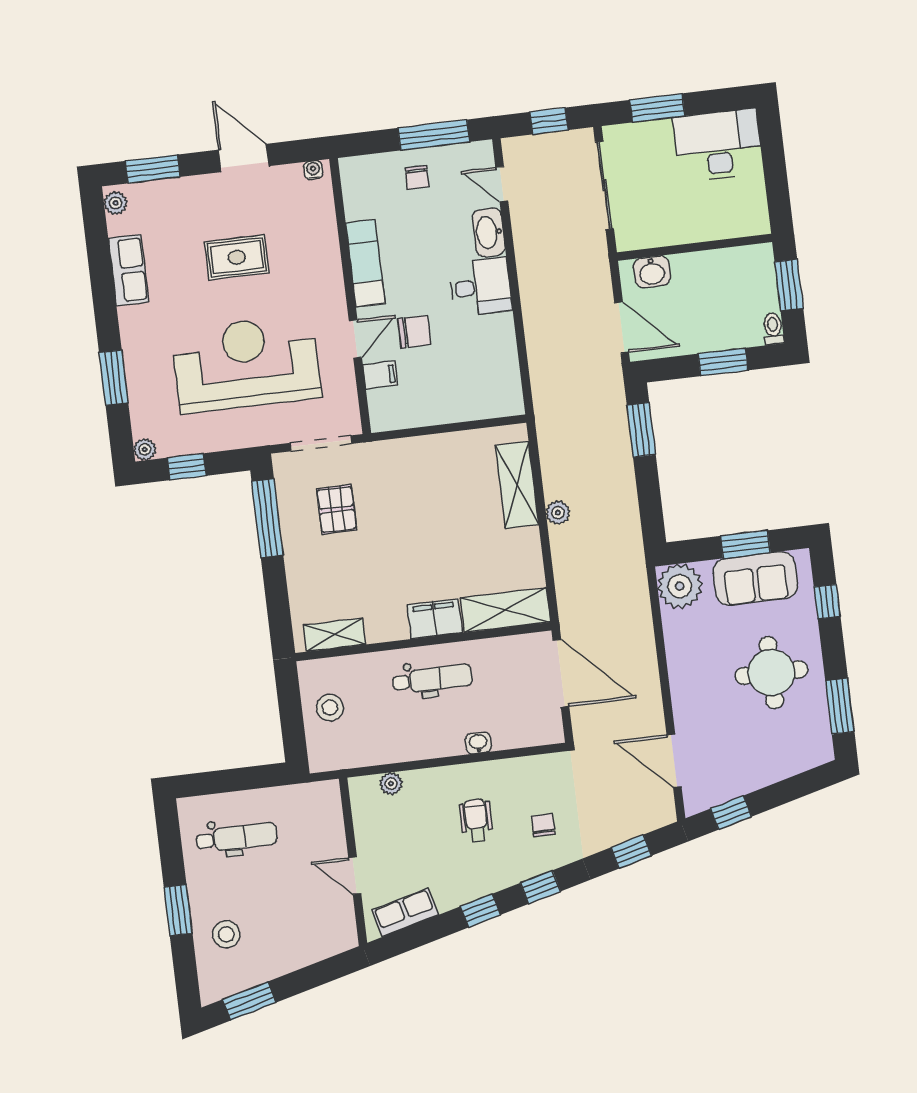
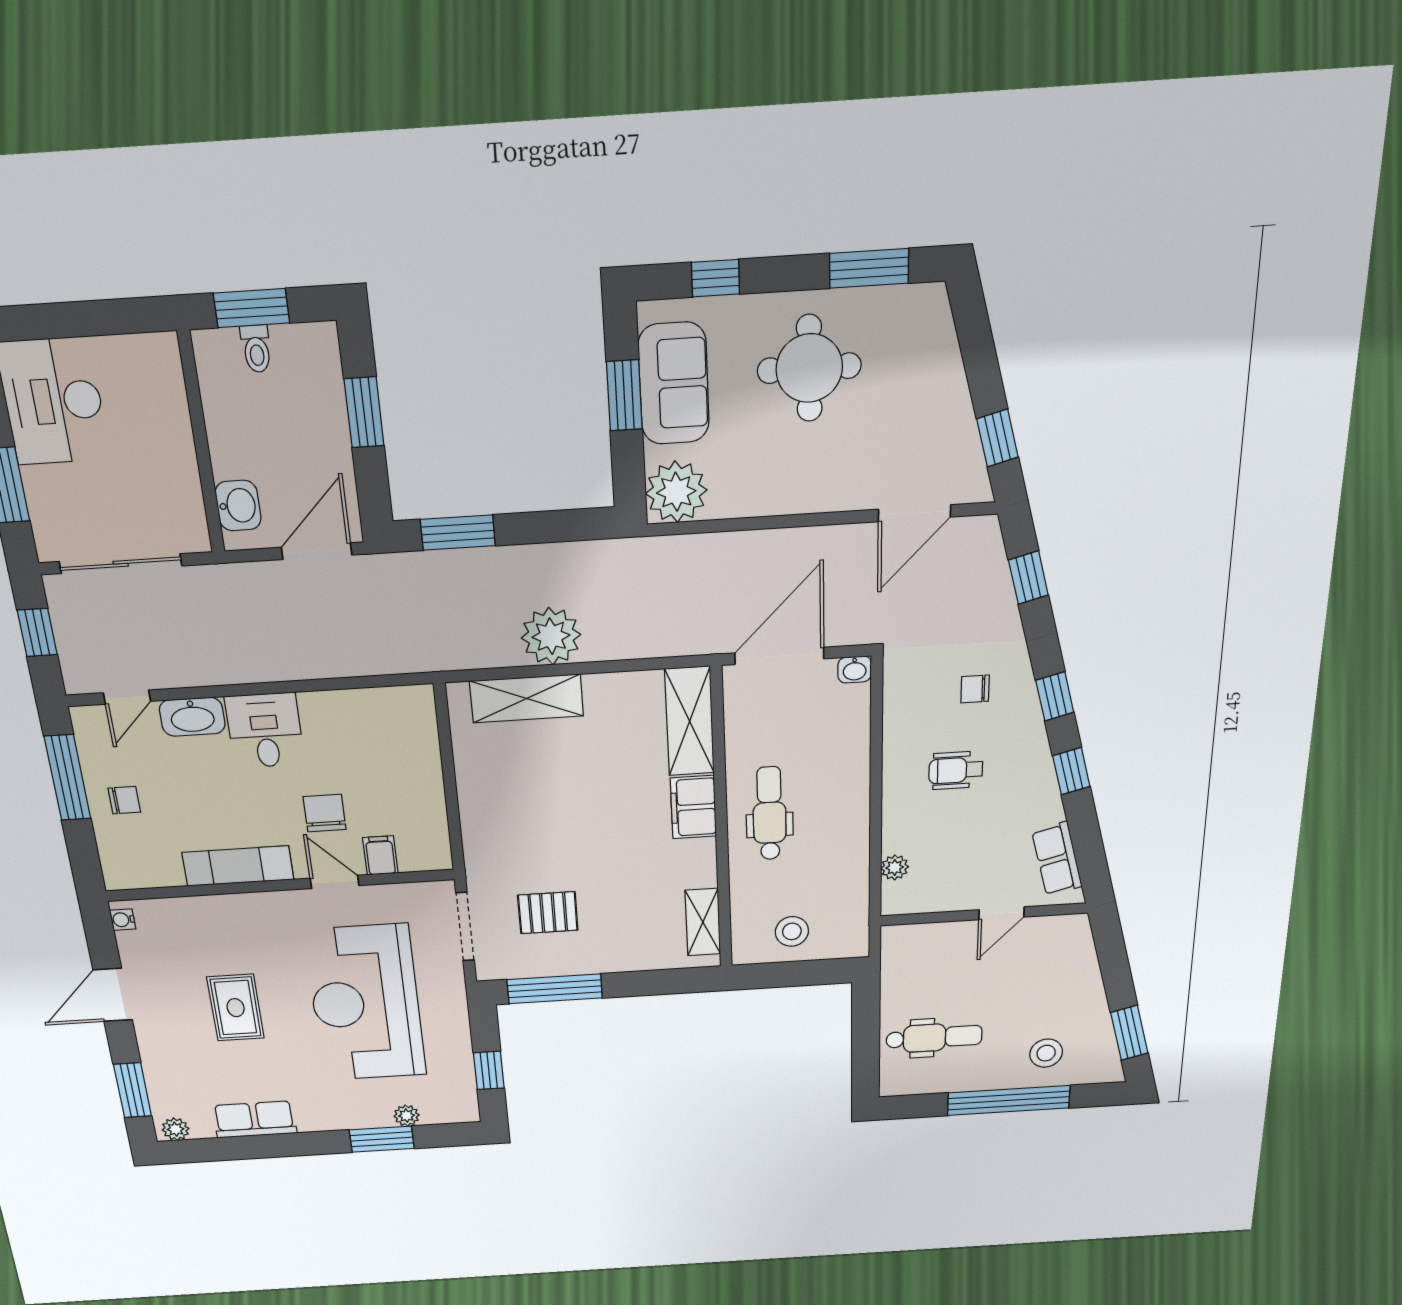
toilet: (773, 329) -> (256, 349), moved, turned -90
plant: (145, 449) -> (407, 1116), moved
plant: (558, 513) -> (551, 636), width x1.88, depth x1.88
washbasin: (478, 743) -> (855, 669), moved, turned -90
dental chair: (237, 837) -> (934, 1038), turned 90
window: (178, 910) -> (1009, 1100), width x2.11

